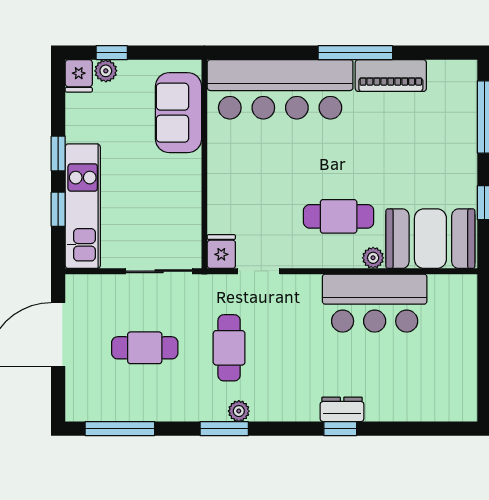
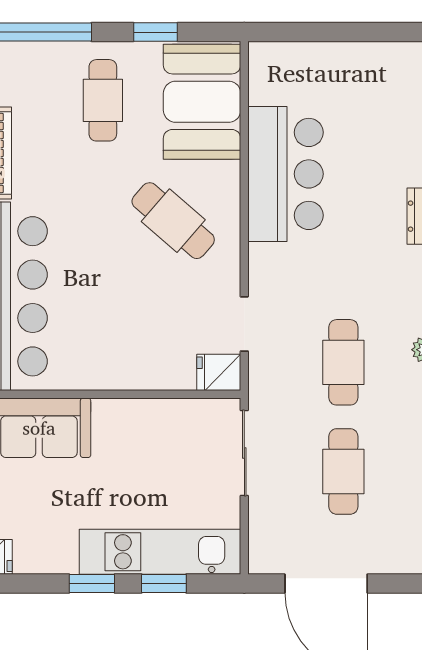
cafe table: (431, 162) -> (103, 100), added
cafe table: (339, 216) -> (173, 221), turned -49
plant: (373, 258) -> (227, 176), removed
cafe table: (229, 348) -> (343, 362), turned 90

